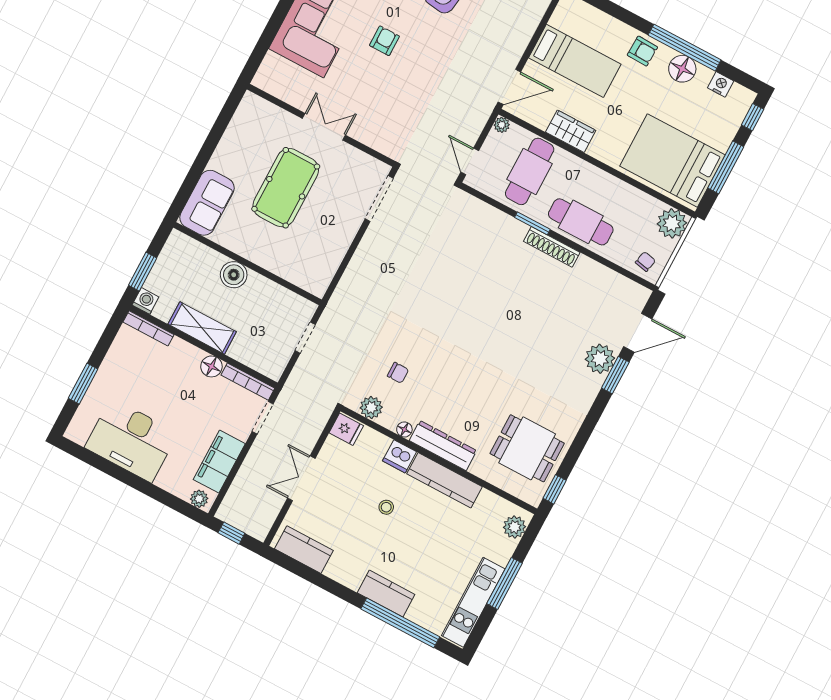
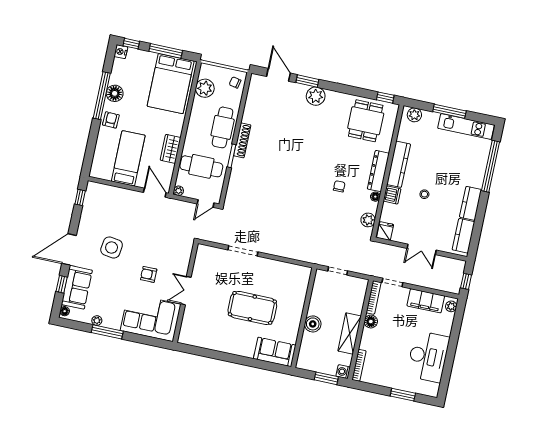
nightstand: (721, 84) -> (121, 52), moved
wall: (321, 125) -> (185, 293), moved
double door: (324, 127) -> (186, 291), moved
plant: (672, 223) -> (205, 88), moved
plant: (600, 359) -> (316, 96), moved
chair: (398, 373) -> (339, 186), moved
kitchen counter: (386, 594) -> (471, 203), moved

